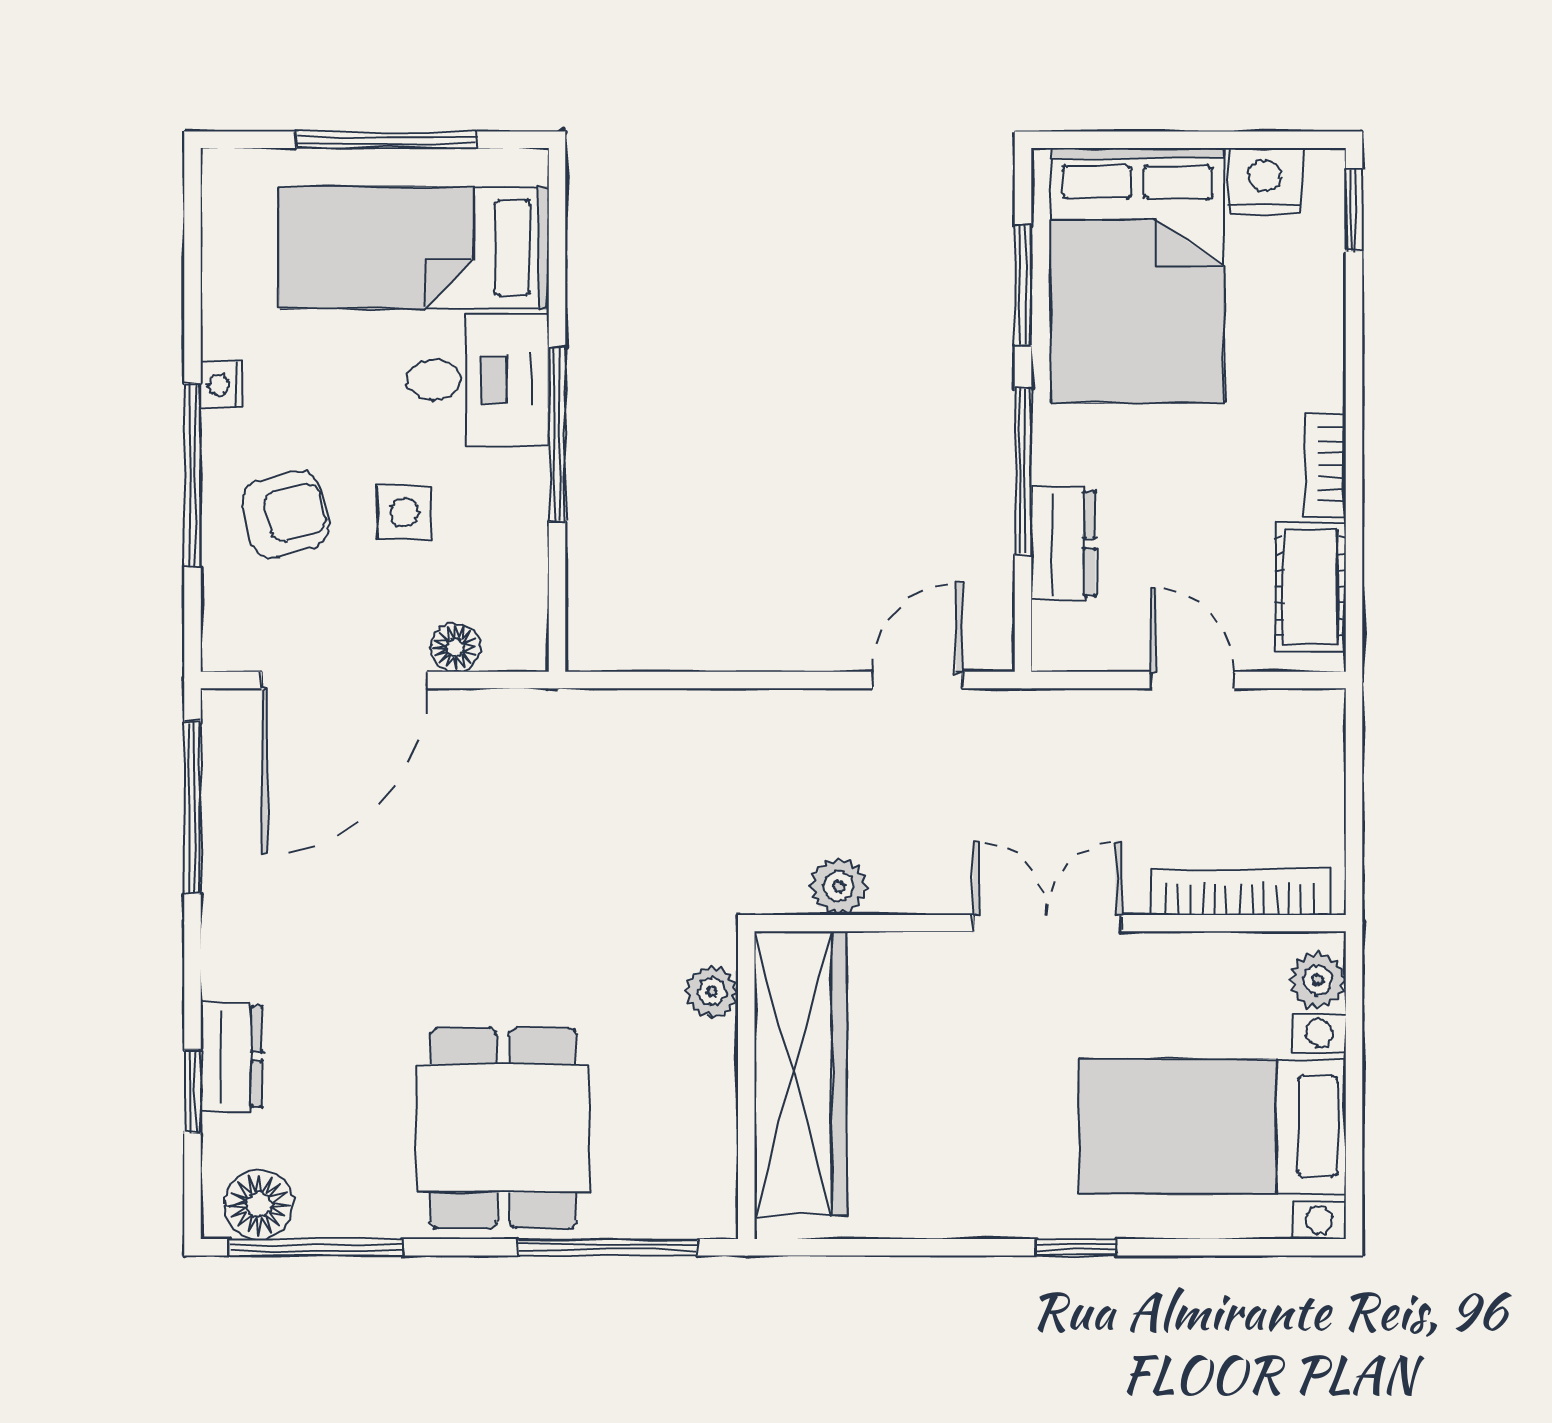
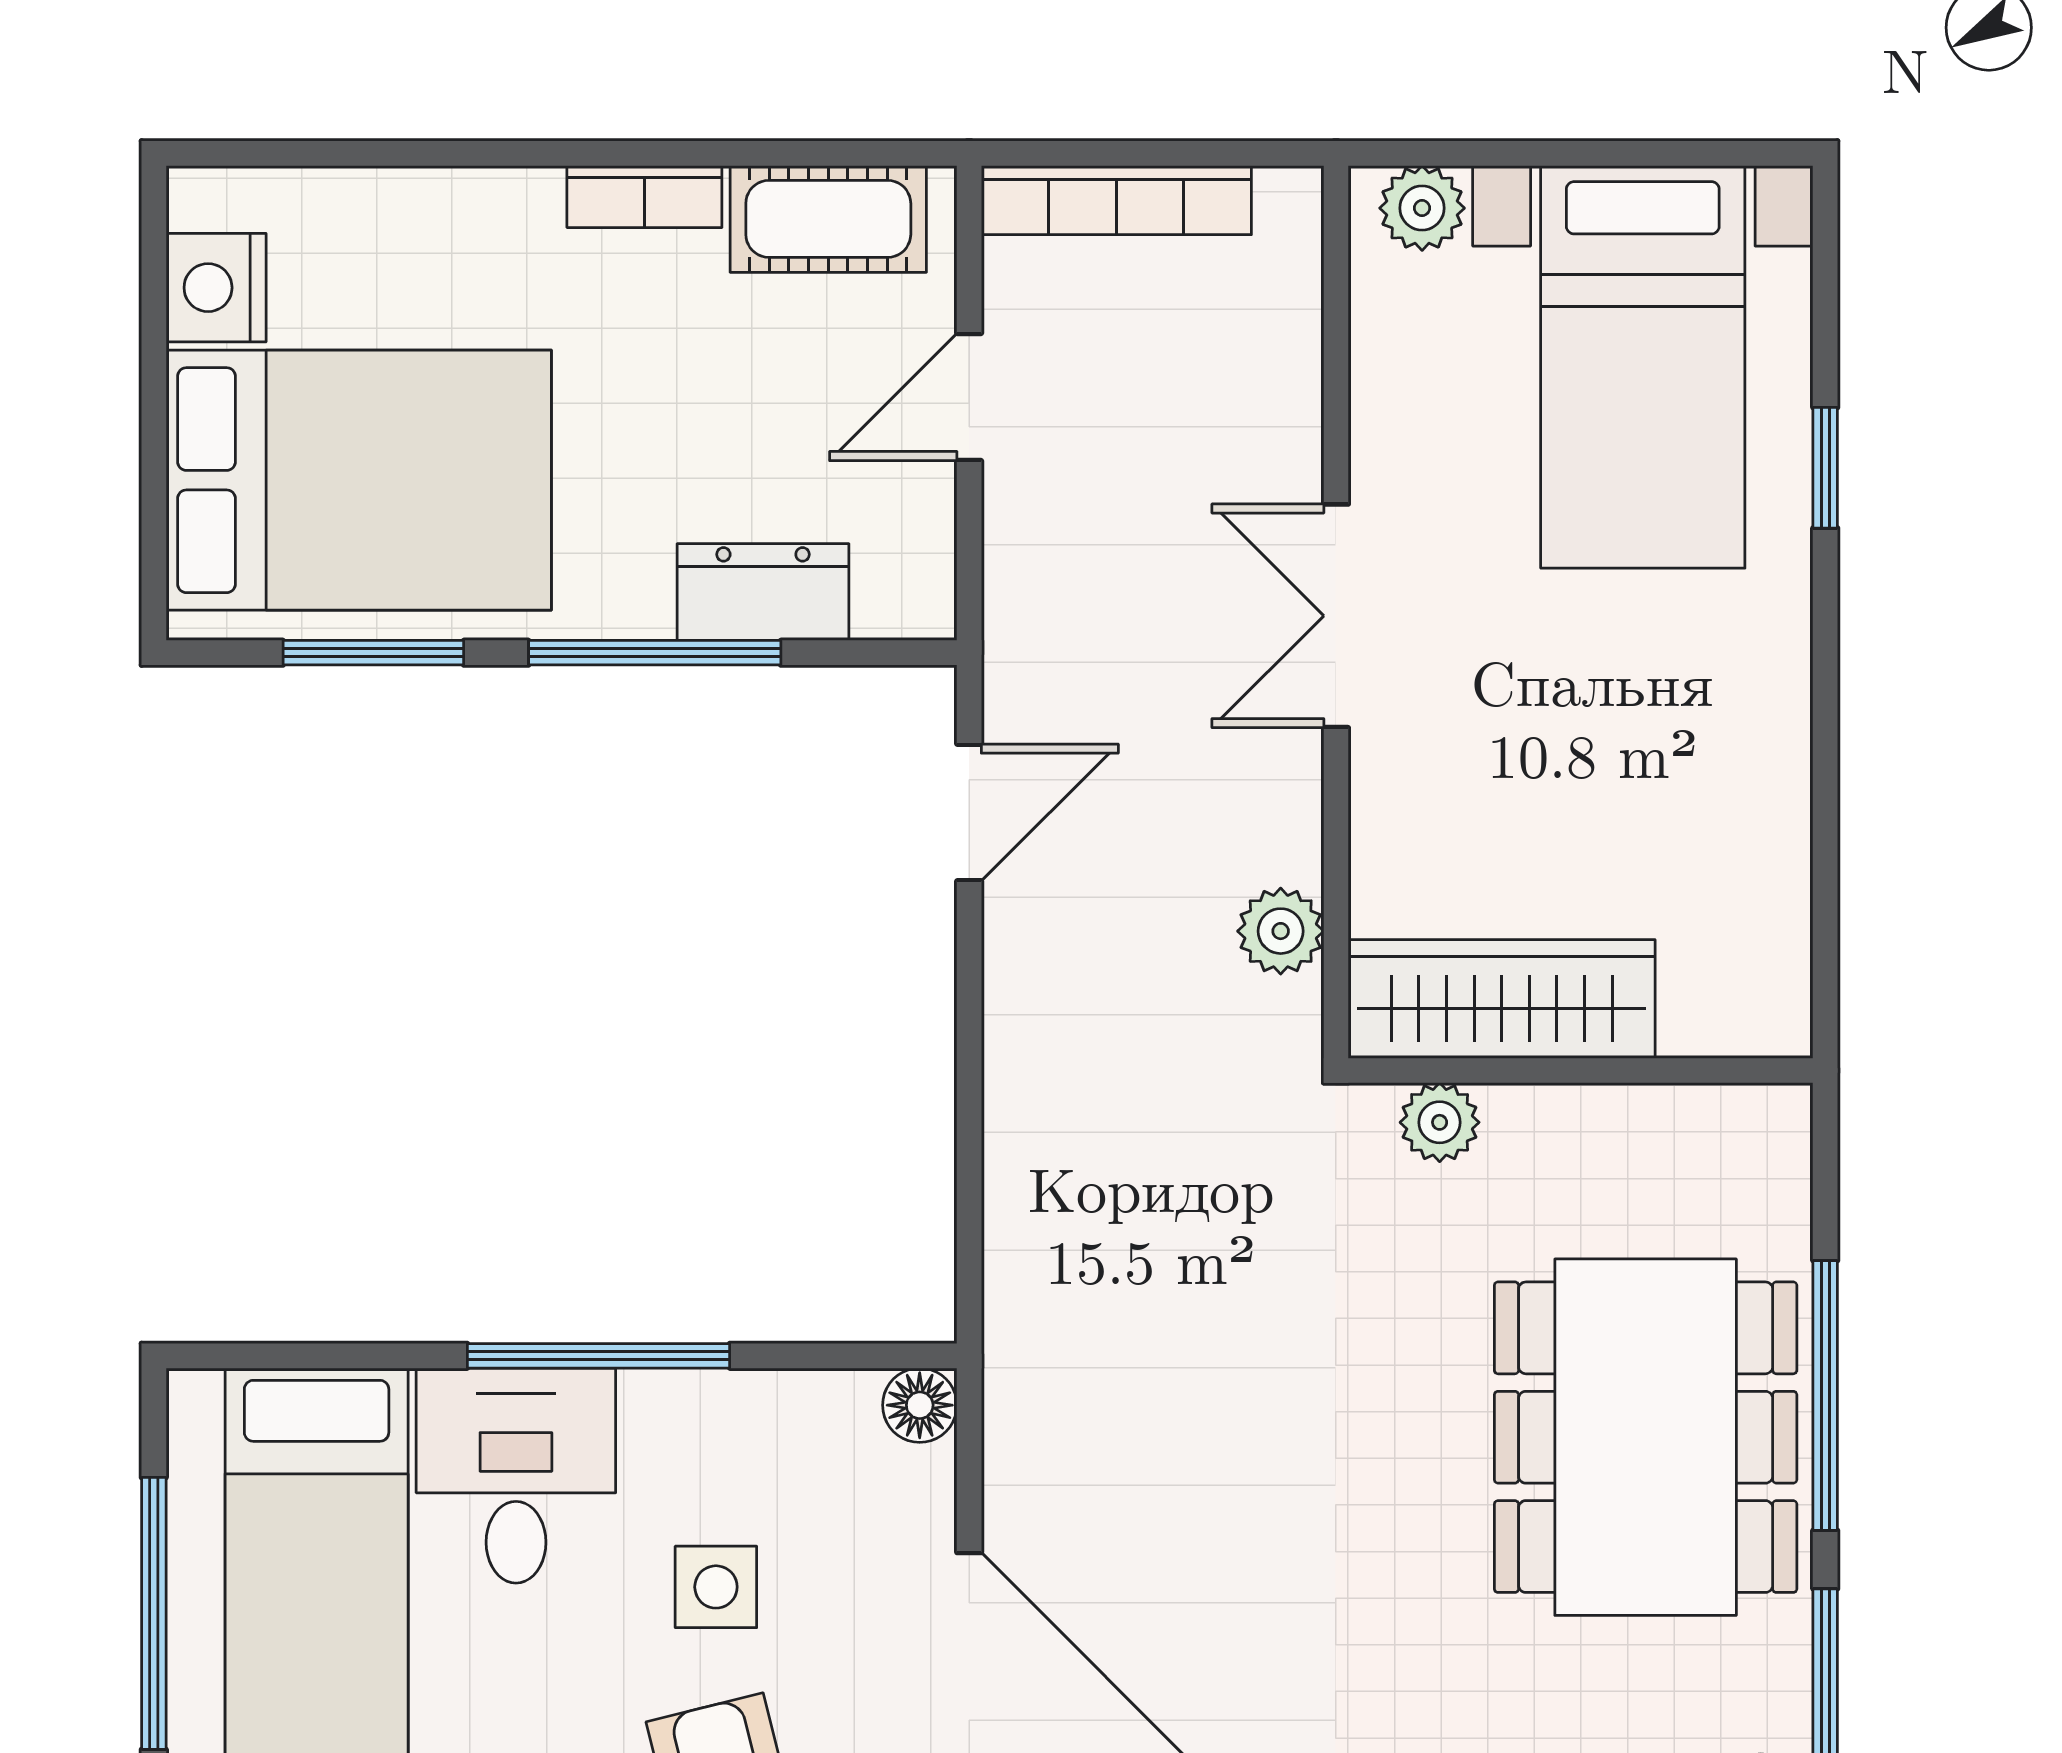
window: (1354, 210) -> (260, 153), removed
floor lamp: (455, 647) -> (920, 1405), moved
door: (917, 680) -> (969, 812), swing flipped
bookcase: (1240, 892) -> (1116, 200), moved, turned -90
wardrobe: (800, 1074) -> (1502, 999), width x0.71, depth x0.85
dining table: (503, 1128) -> (1646, 1437), width x1.38
window: (607, 1247) -> (1825, 1395), moved
window: (1076, 1247) -> (1825, 468), moved

